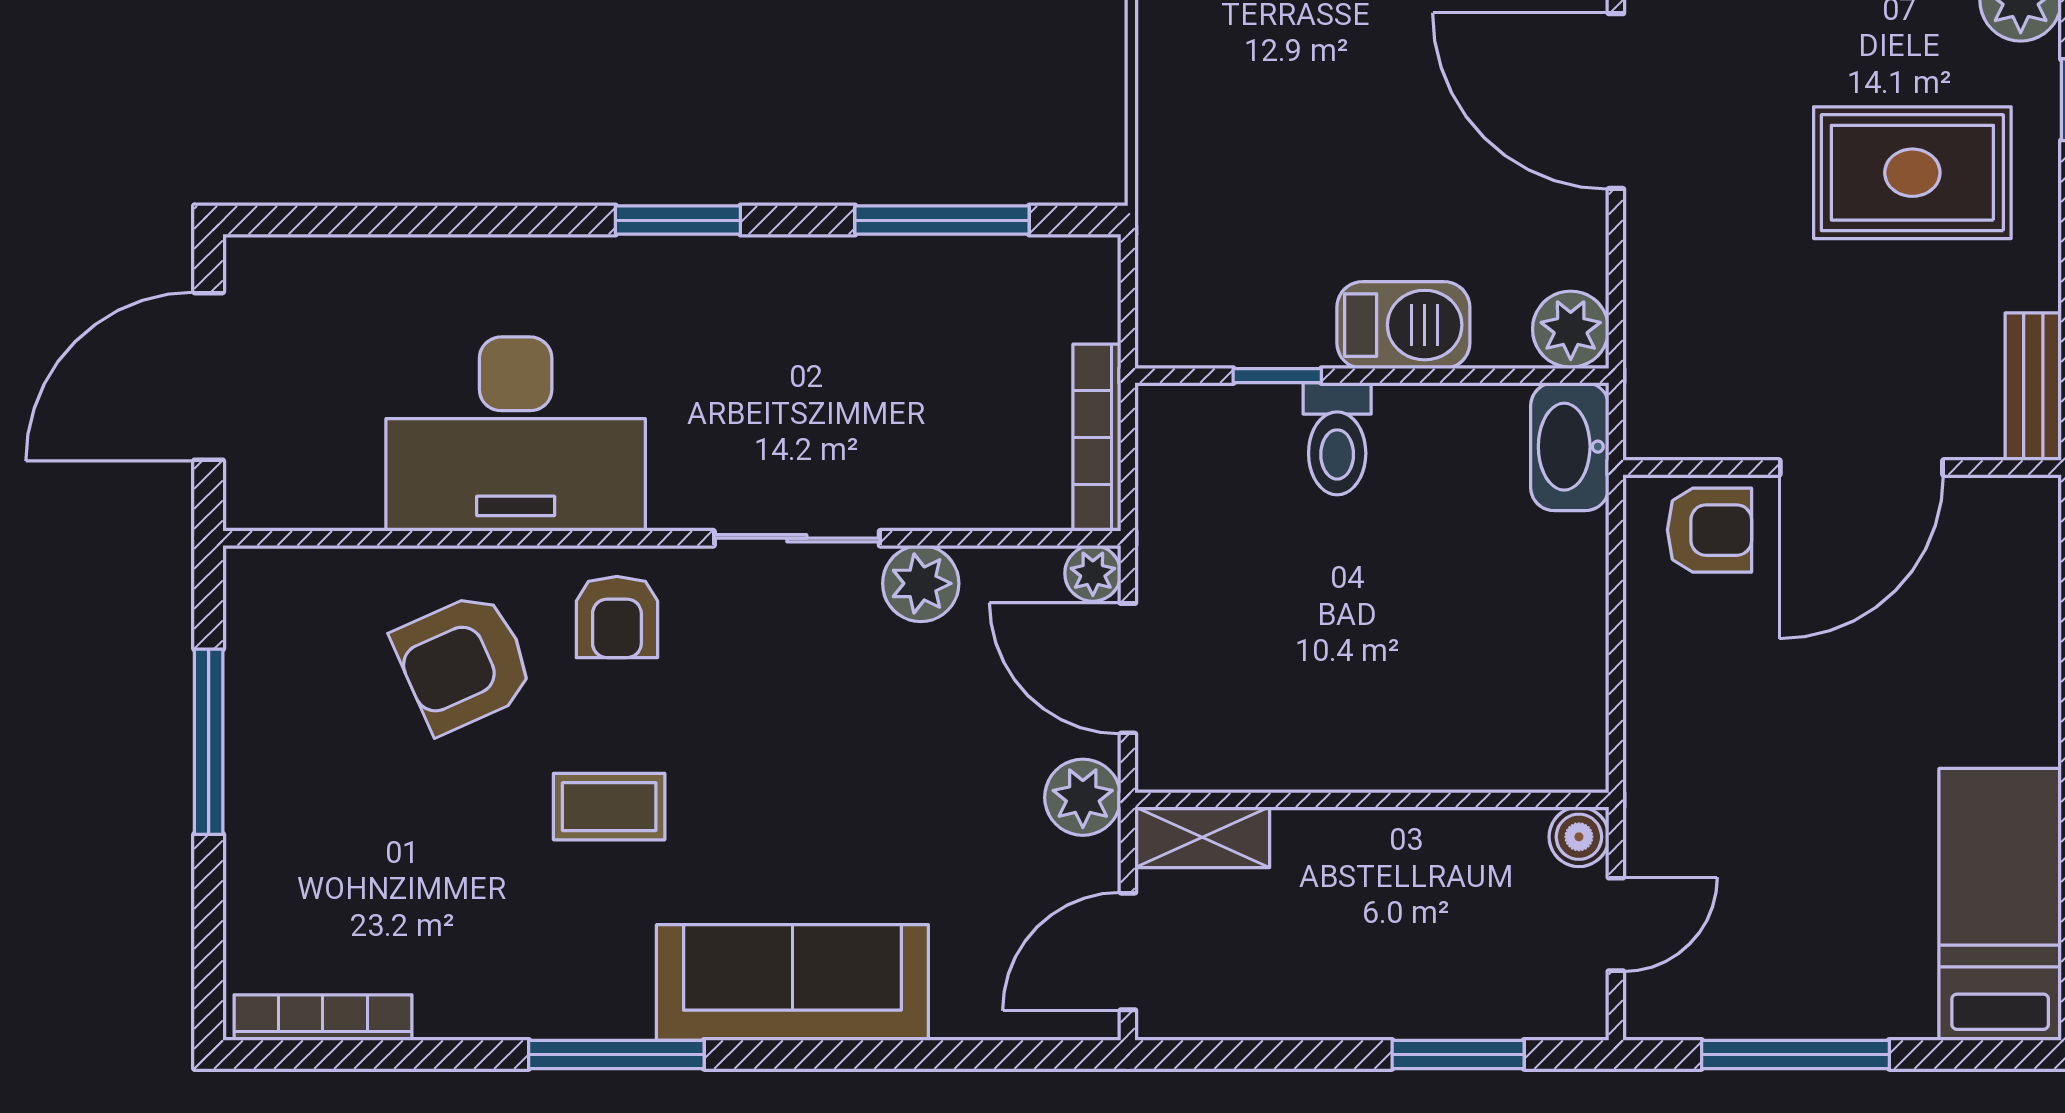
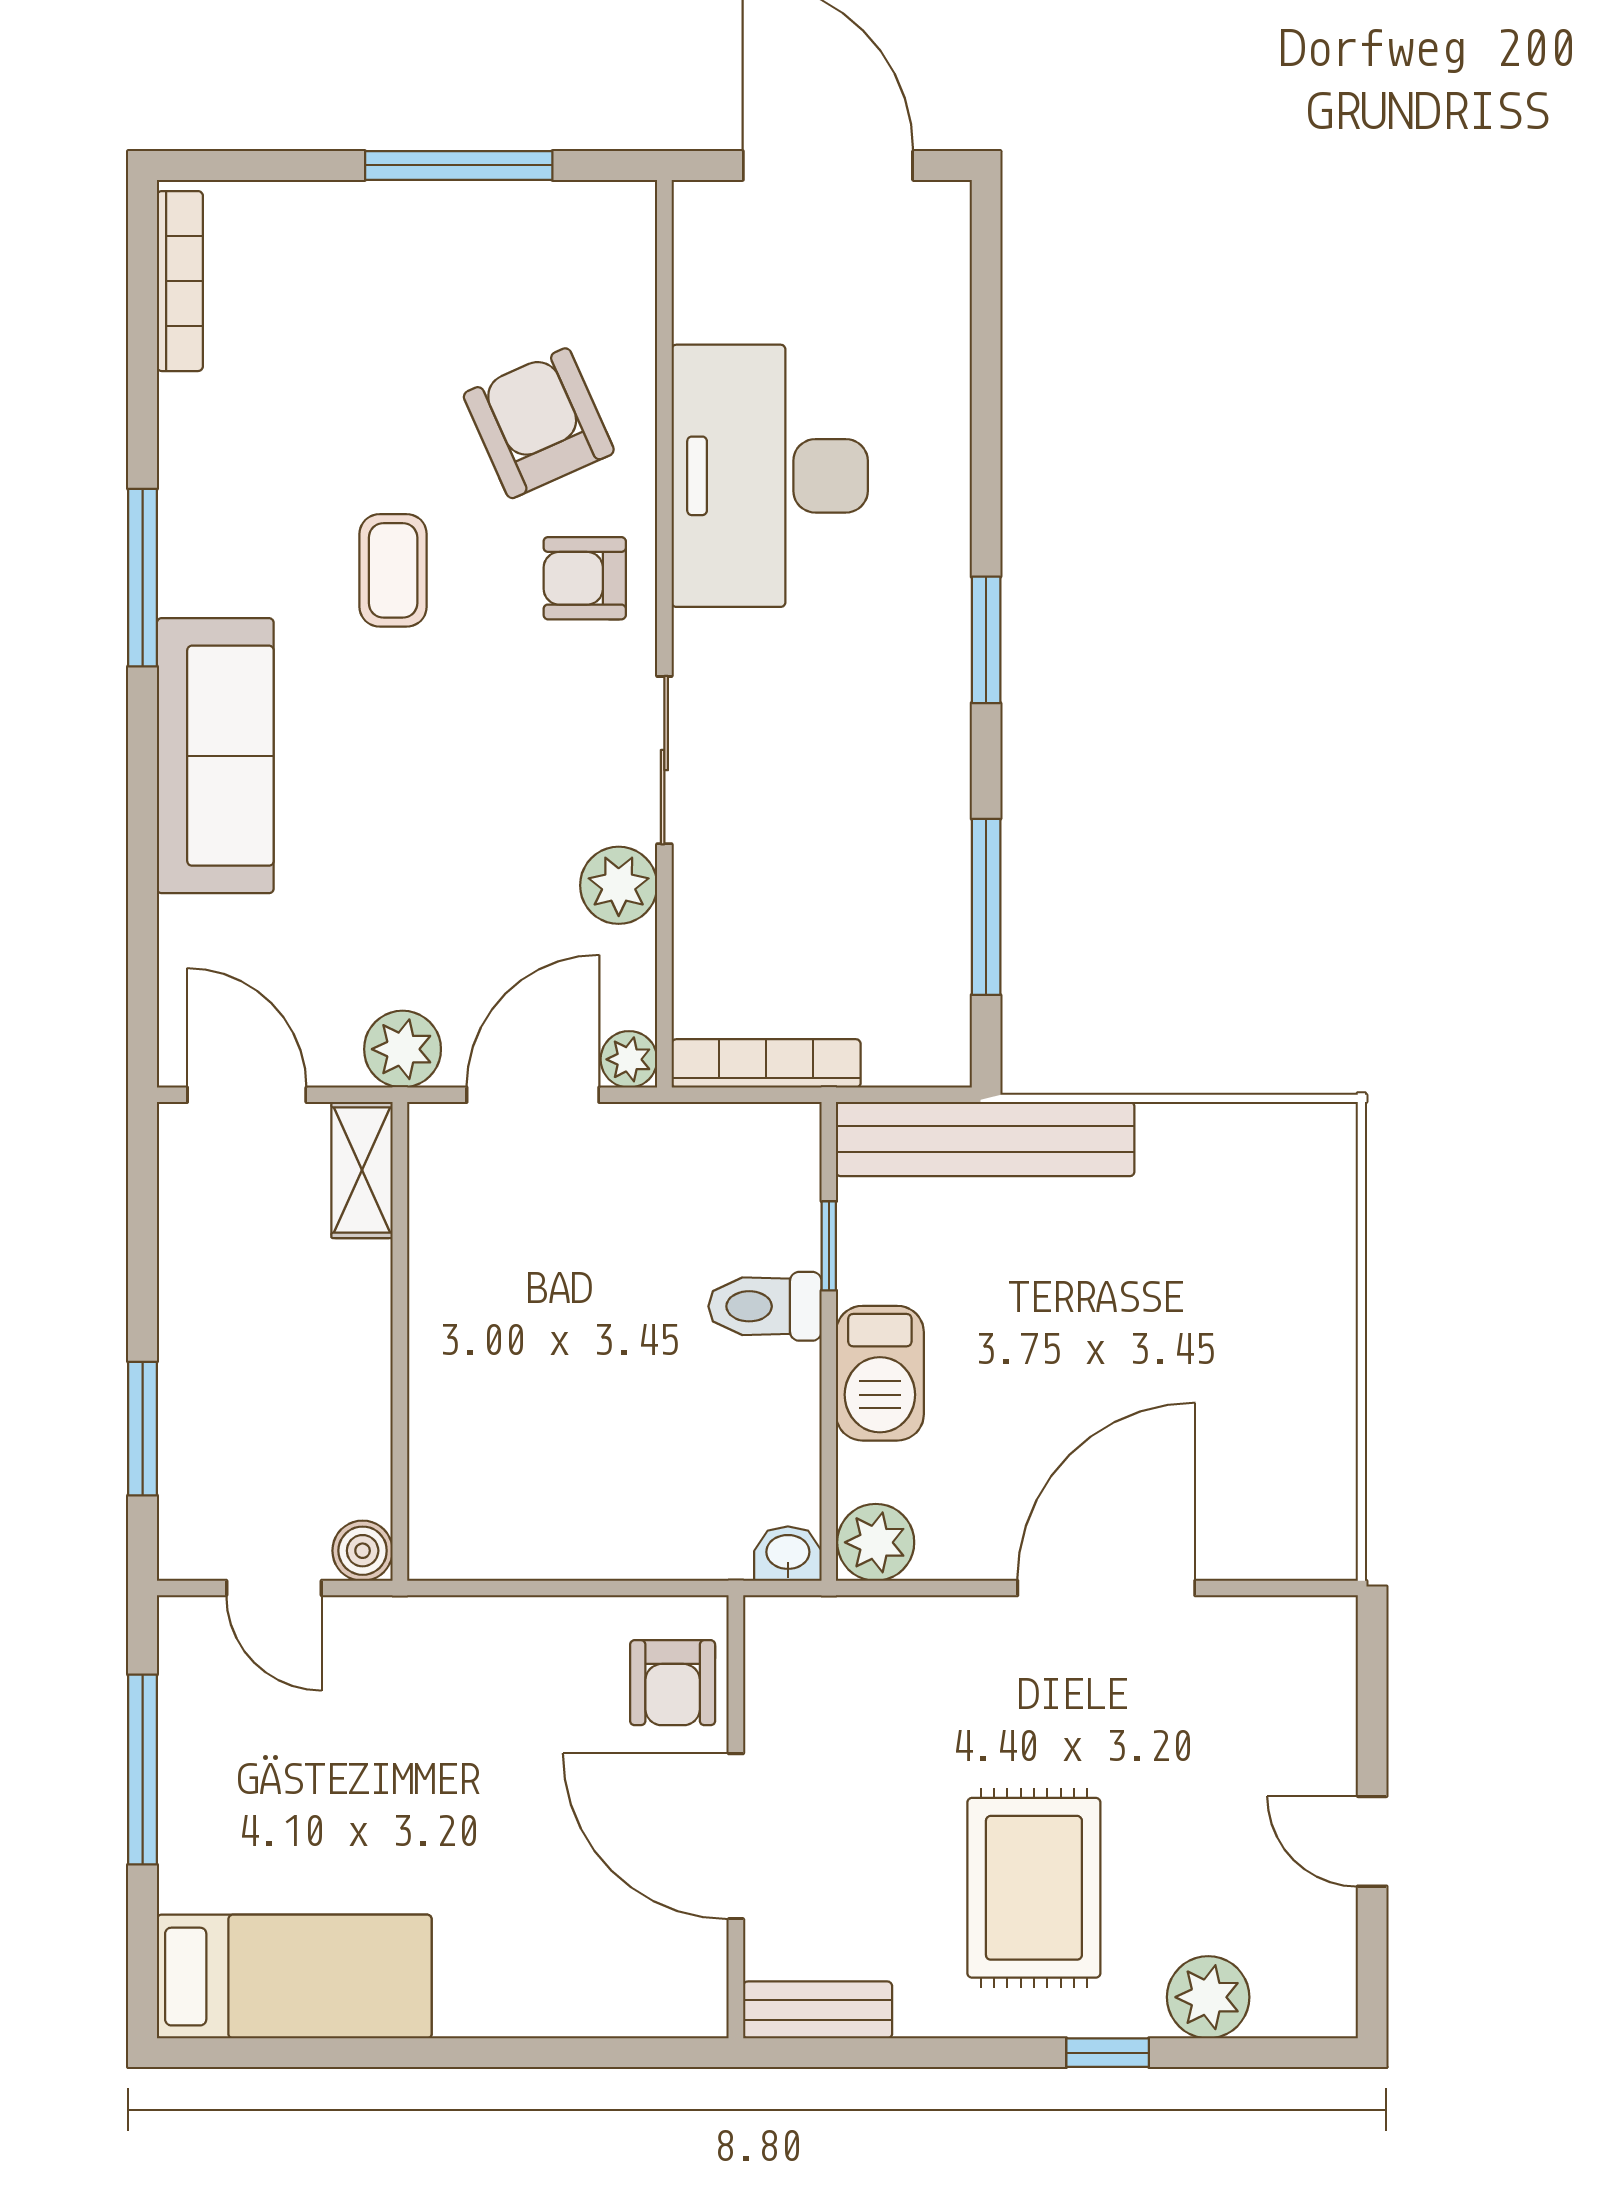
bench: (1172, 221) -> (985, 1139), added
washbasin: (1570, 447) -> (788, 1554), width x0.52, depth x0.69

